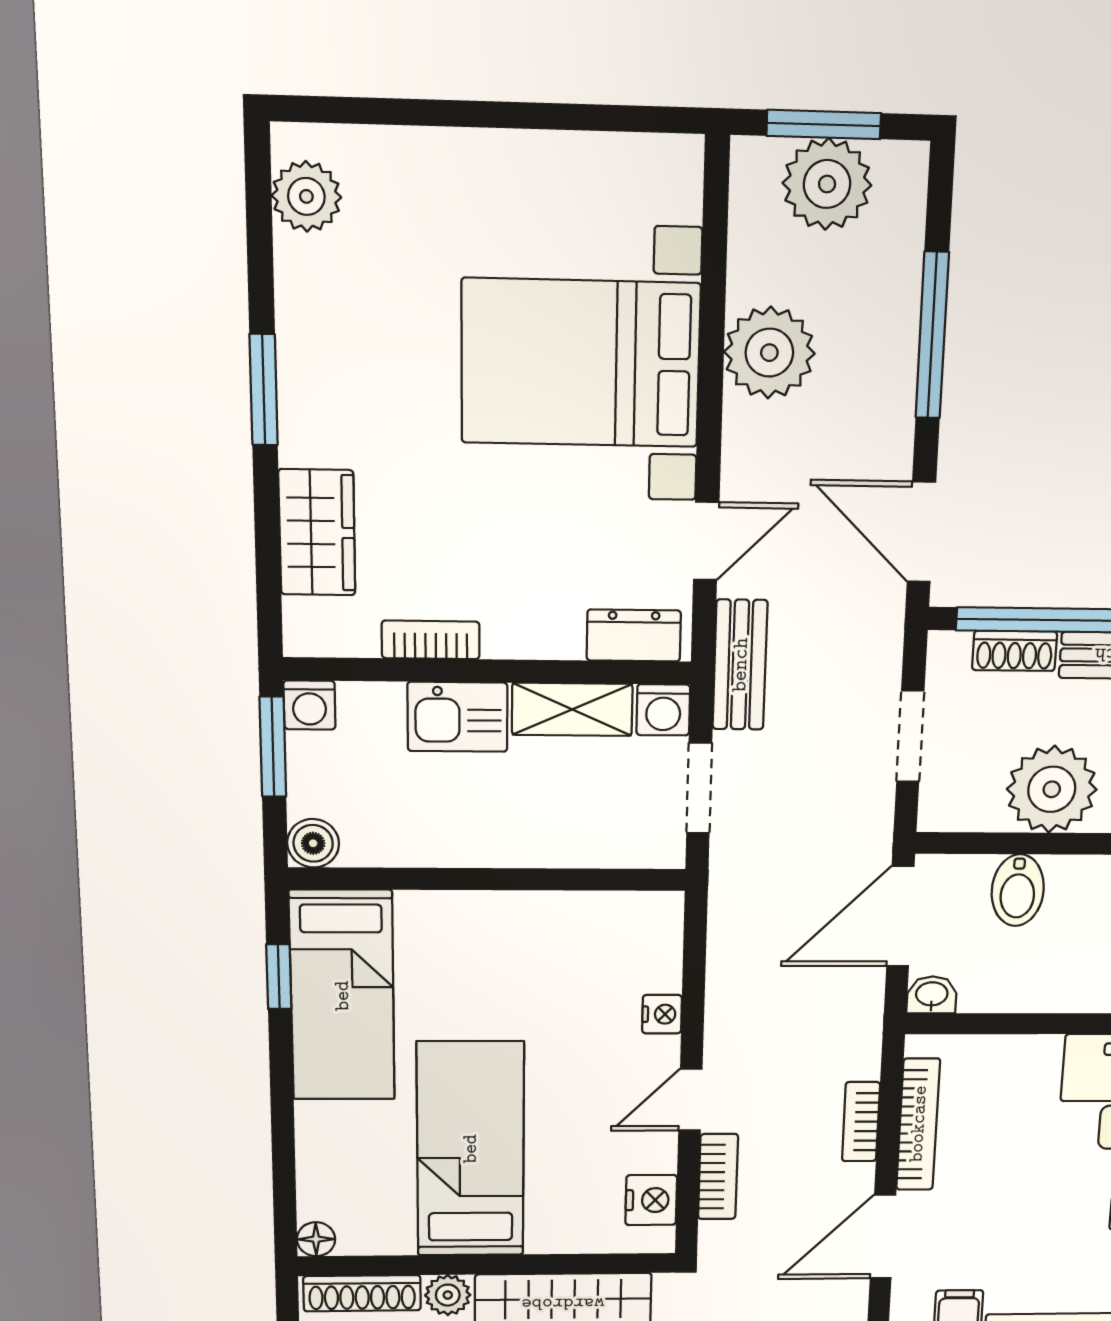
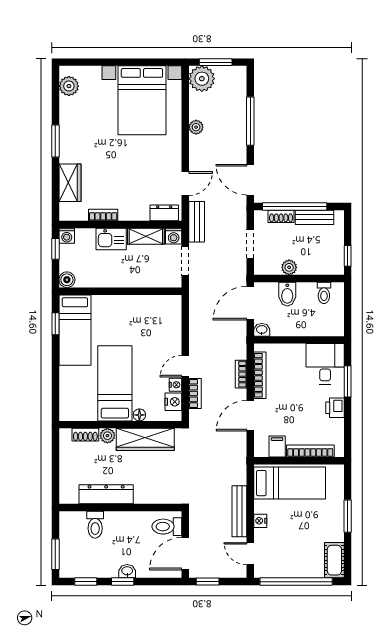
plant: (827, 184) -> (202, 79), moved
plant: (769, 353) -> (196, 127), width x0.53, depth x0.53
bed with nightstands: (581, 363) -> (142, 100), moved, turned -90
window: (273, 747) -> (55, 249), width x0.67
plant: (1052, 789) -> (289, 267), width x0.53, depth x0.53
nightstand: (662, 1014) -> (175, 385), moved
floor lamp: (316, 1239) -> (139, 415), moved
shoe rack: (362, 1293) -> (85, 435), width x0.70

